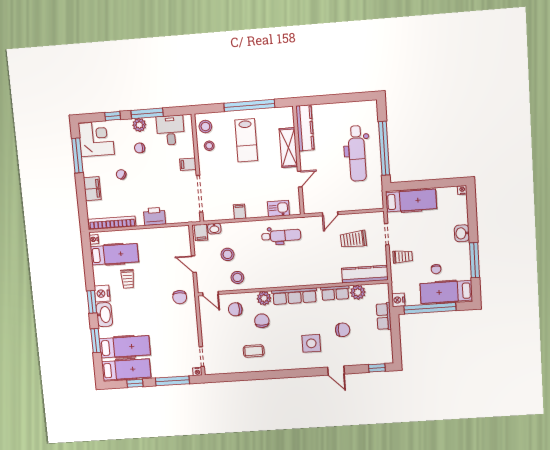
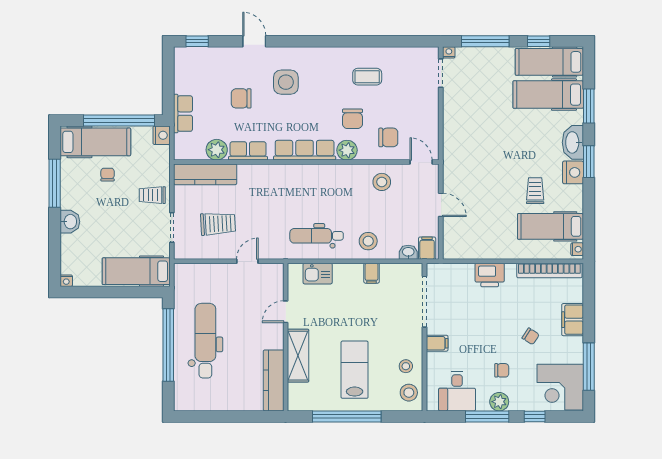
stool: (228, 254) -> (368, 241), moved
chair: (180, 297) -> (465, 160), removed

